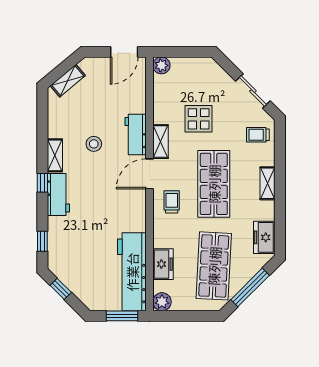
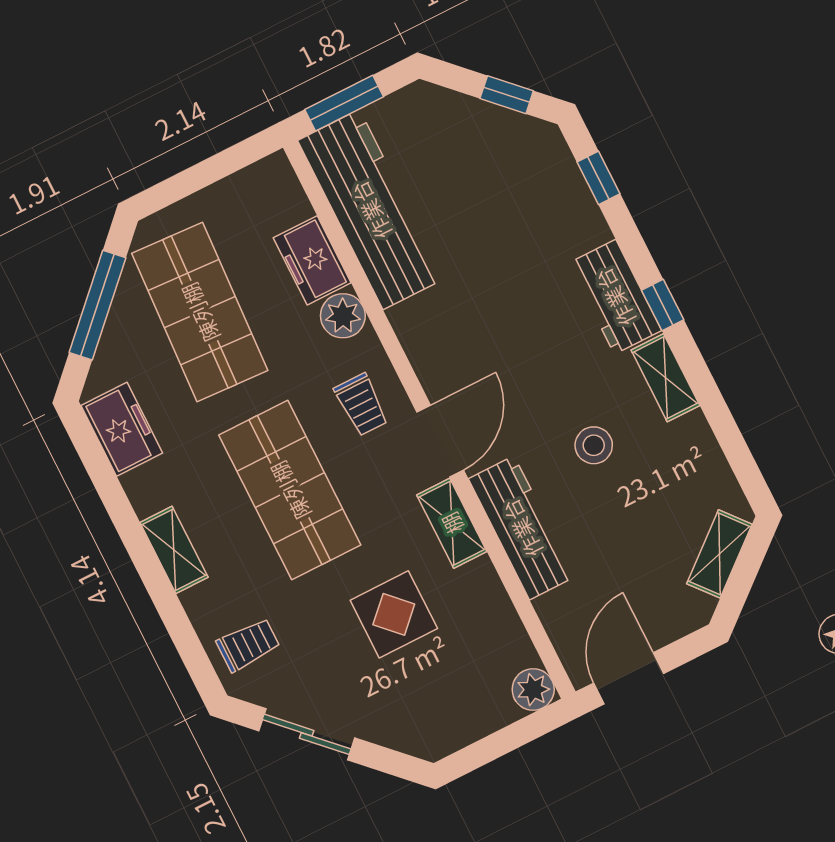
workbench: (136, 135) -> (522, 528), width x1.38
plant: (162, 302) -> (343, 316), moved

